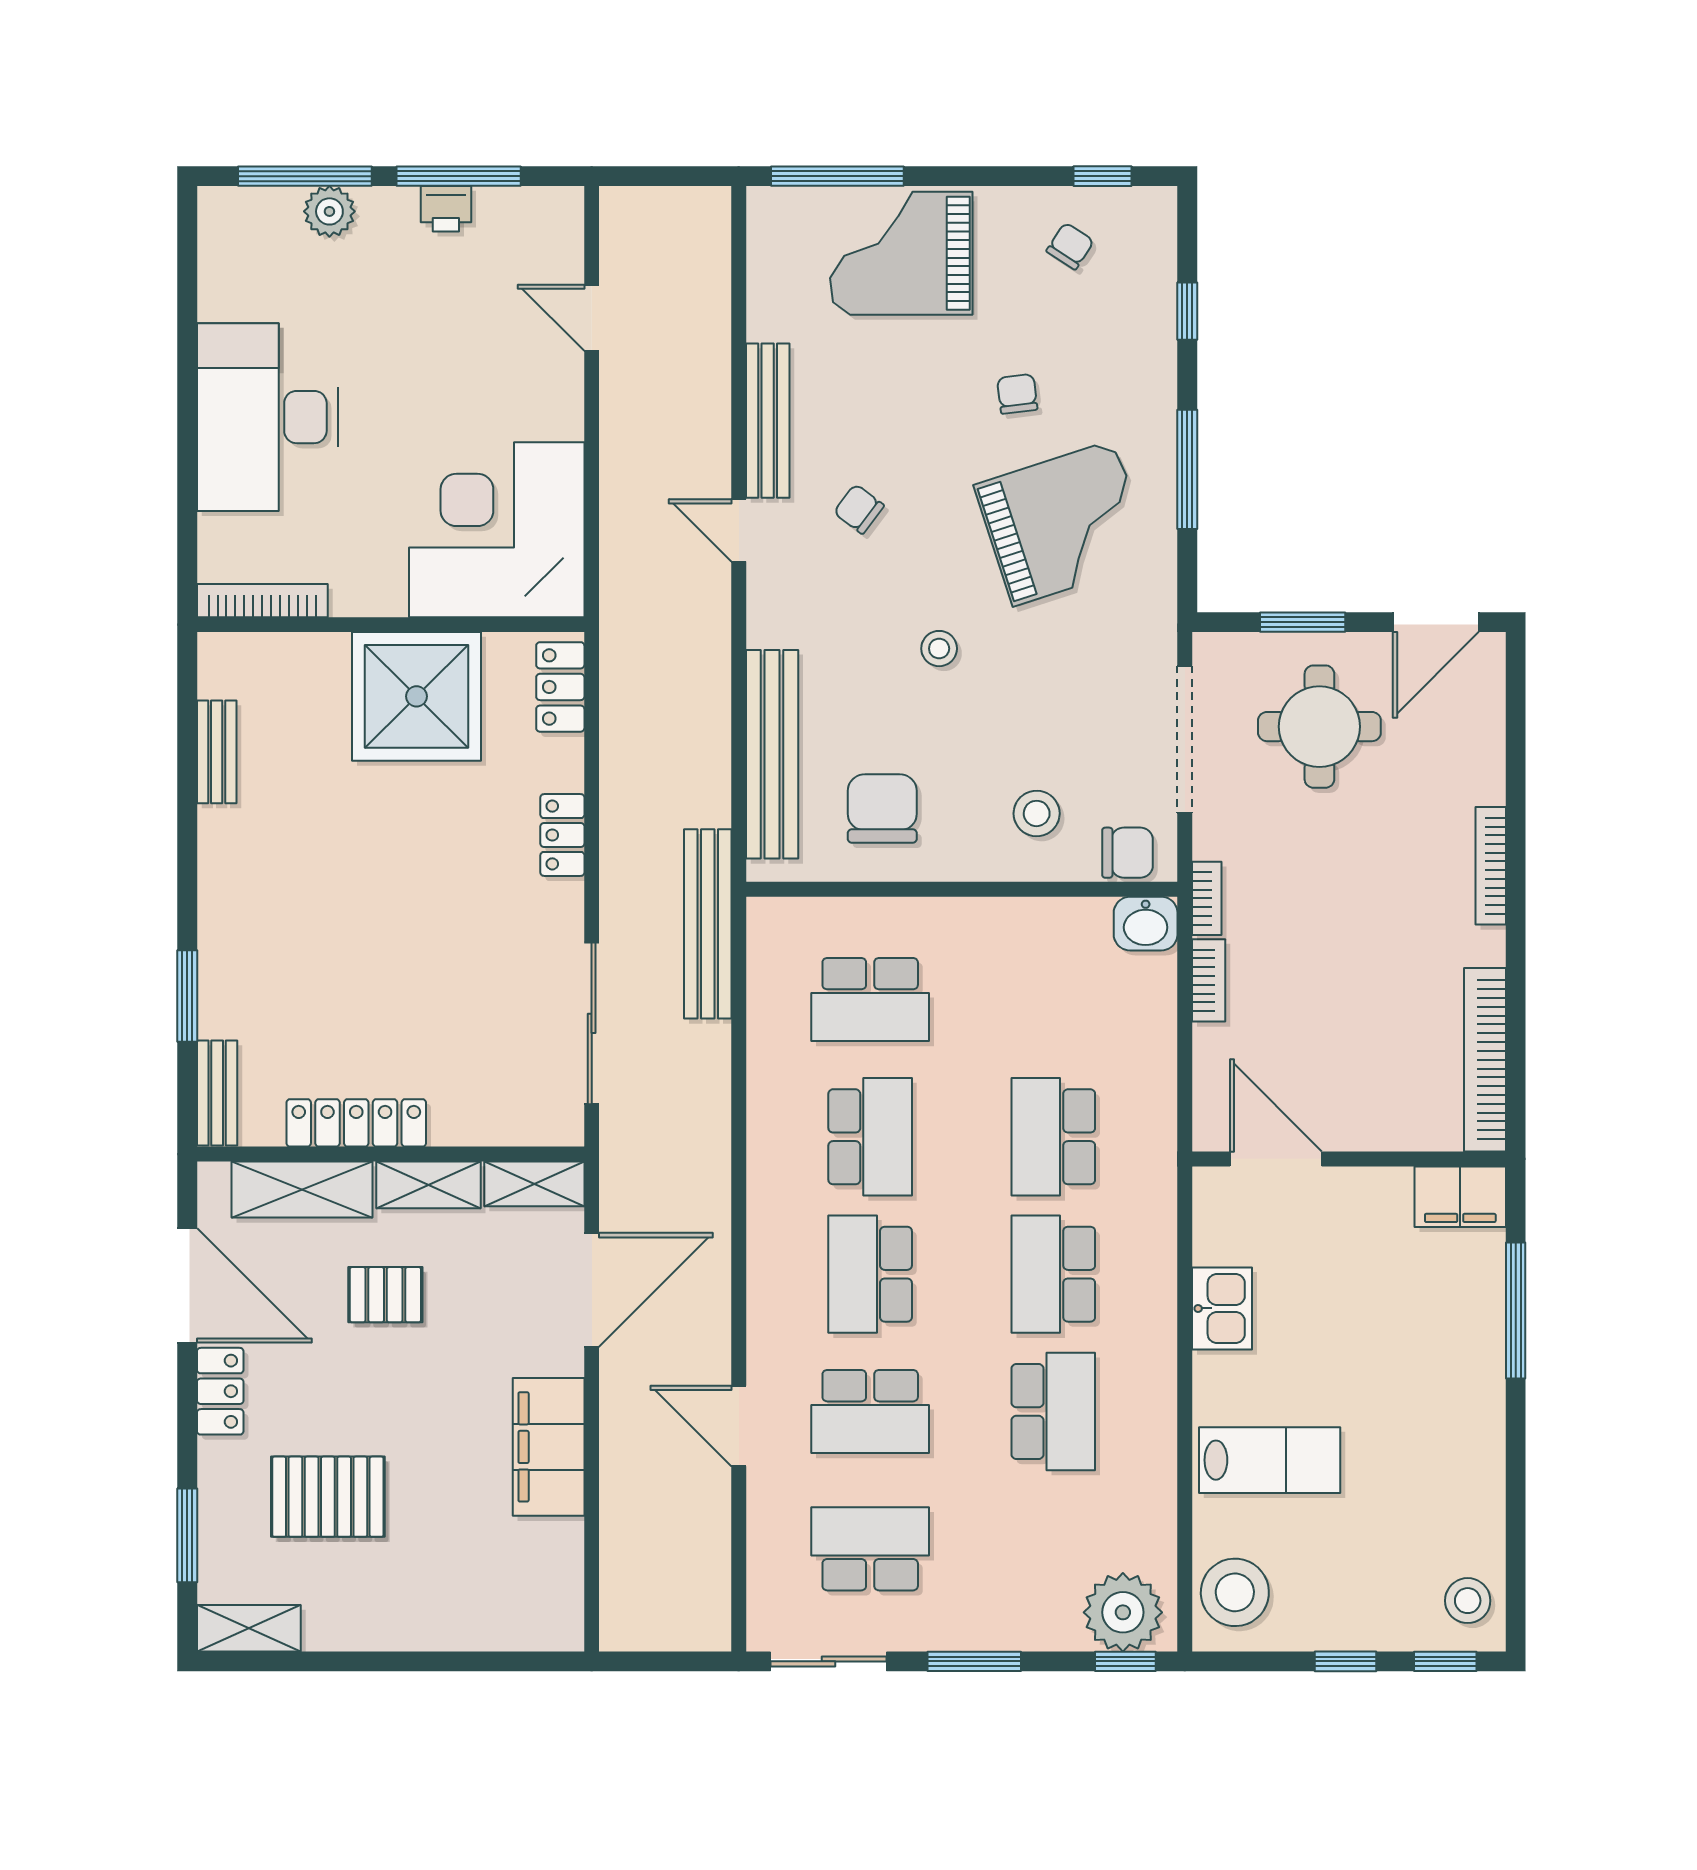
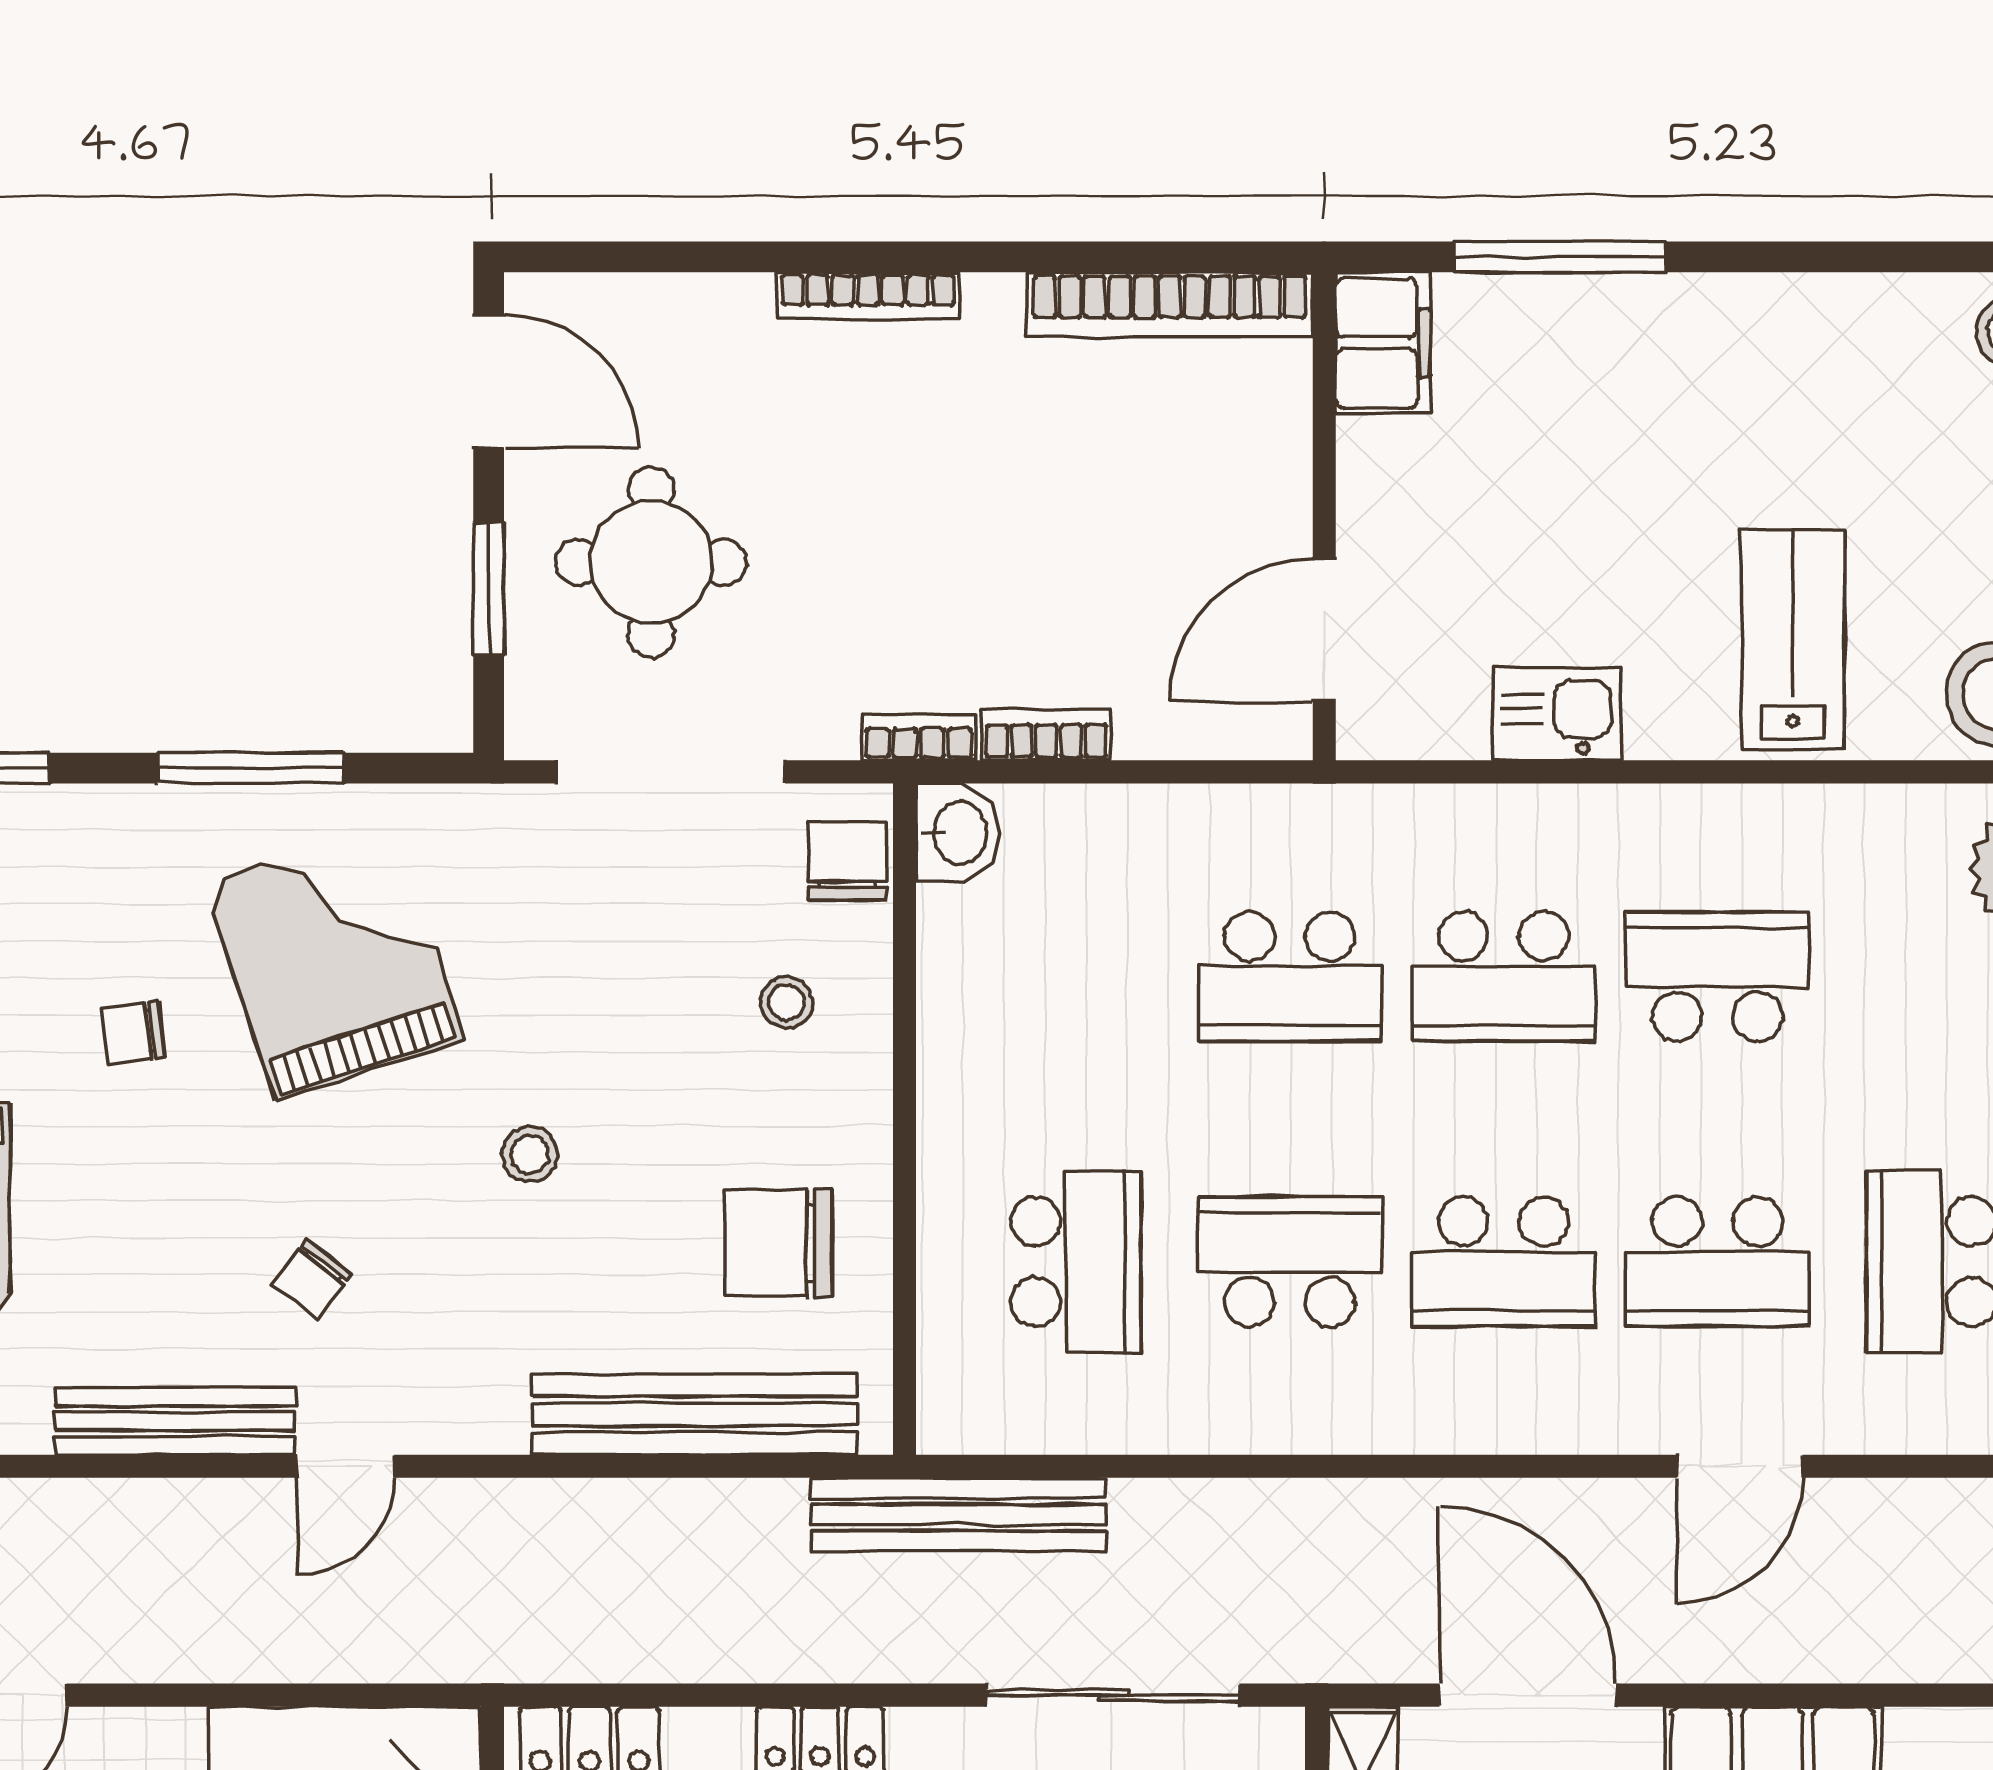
stool: (1037, 813) -> (786, 1002), width x0.73, depth x0.73
school desk: (870, 1412) -> (1717, 1262), turned 90

